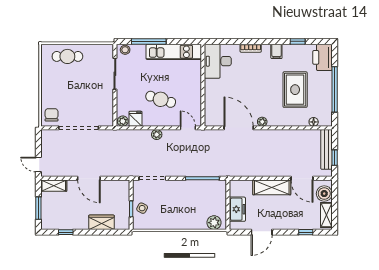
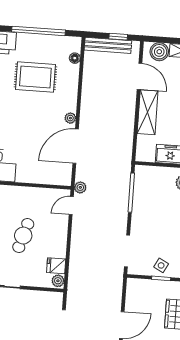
cafe table: (161, 99) -> (23, 236), moved
plant: (157, 135) -> (80, 187), moved
door: (302, 178) -> (140, 76), hinge flipped

